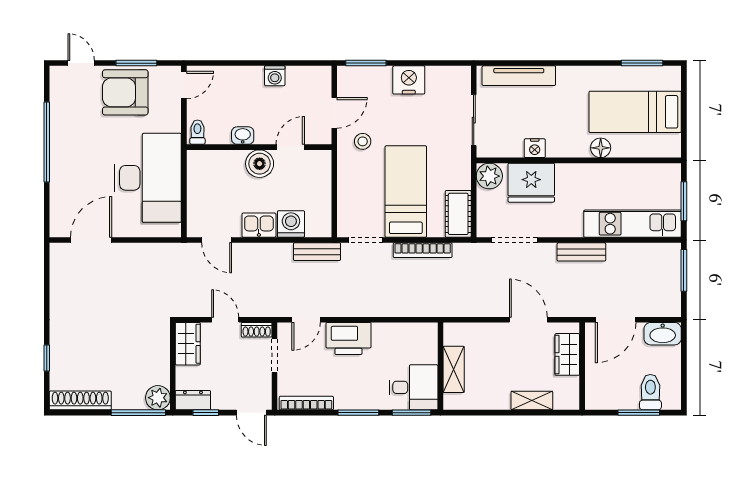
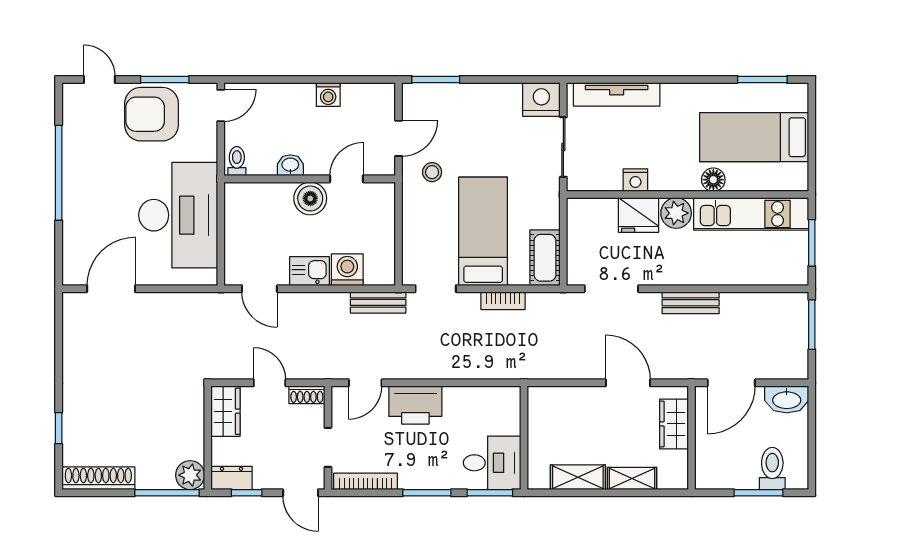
nightstand: (409, 80) -> (541, 100), moved
plant: (489, 176) -> (676, 213), moved
fridge: (531, 183) -> (639, 215), width x0.73, depth x0.75
kitchen unit: (633, 224) -> (751, 214), moved, turned 180
bookcase: (423, 250) -> (503, 301), width x0.64
doorway: (275, 356) -> (328, 447), moved
shelving: (454, 369) -> (578, 477), moved, turned 90

